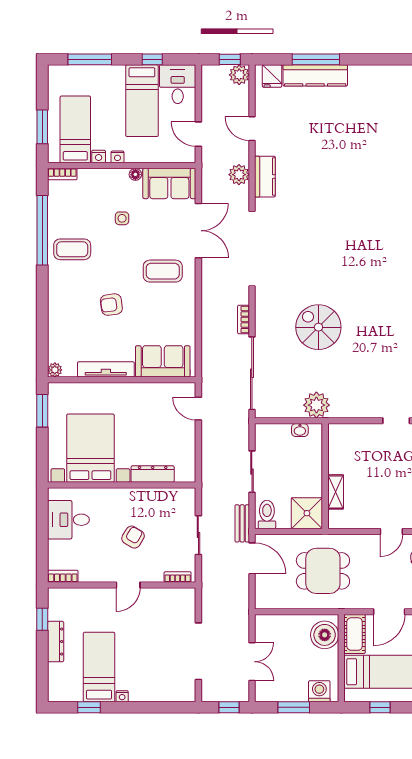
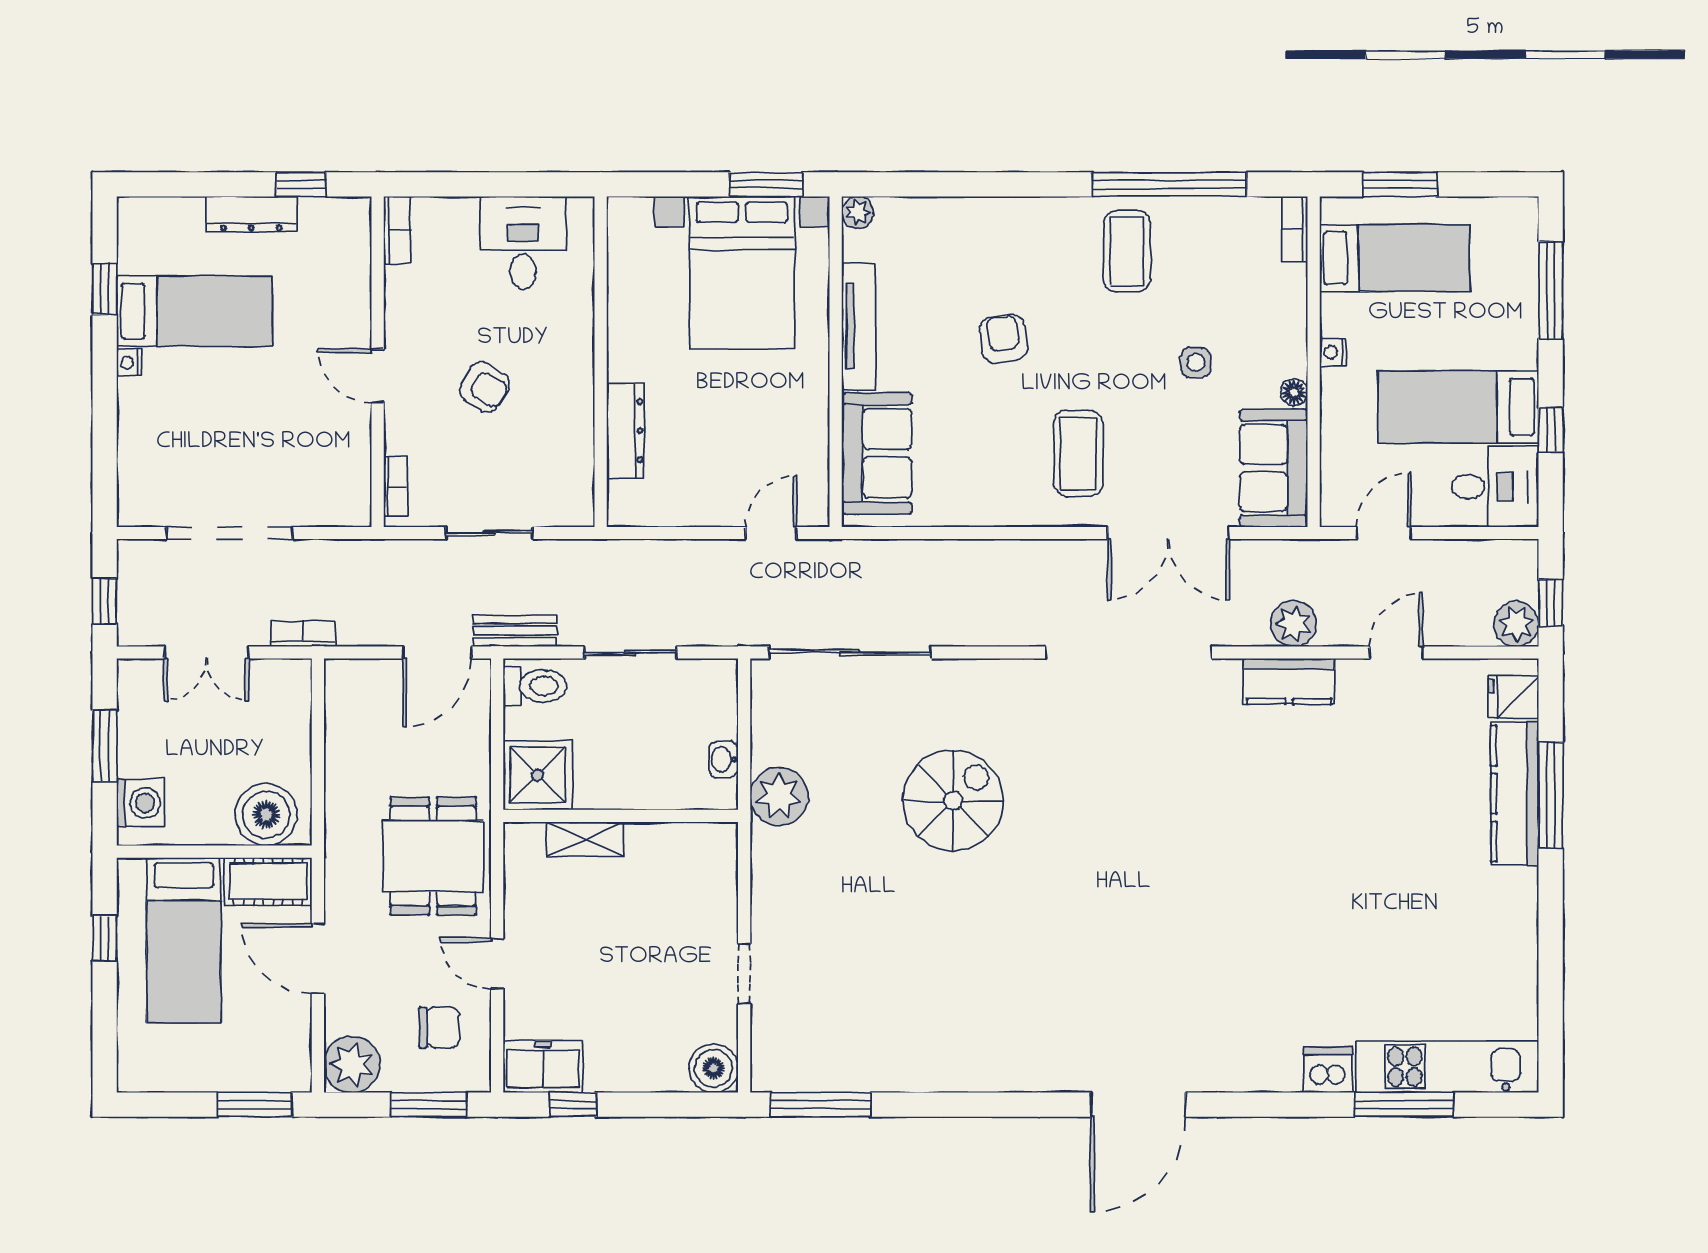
nightstand: (99, 156) -> (1334, 310), removed
bookcase: (244, 320) -> (303, 634), moved
bed with nightstands: (90, 448) -> (742, 273), moved, turned 90
dining table: (323, 571) -> (433, 856), moved

